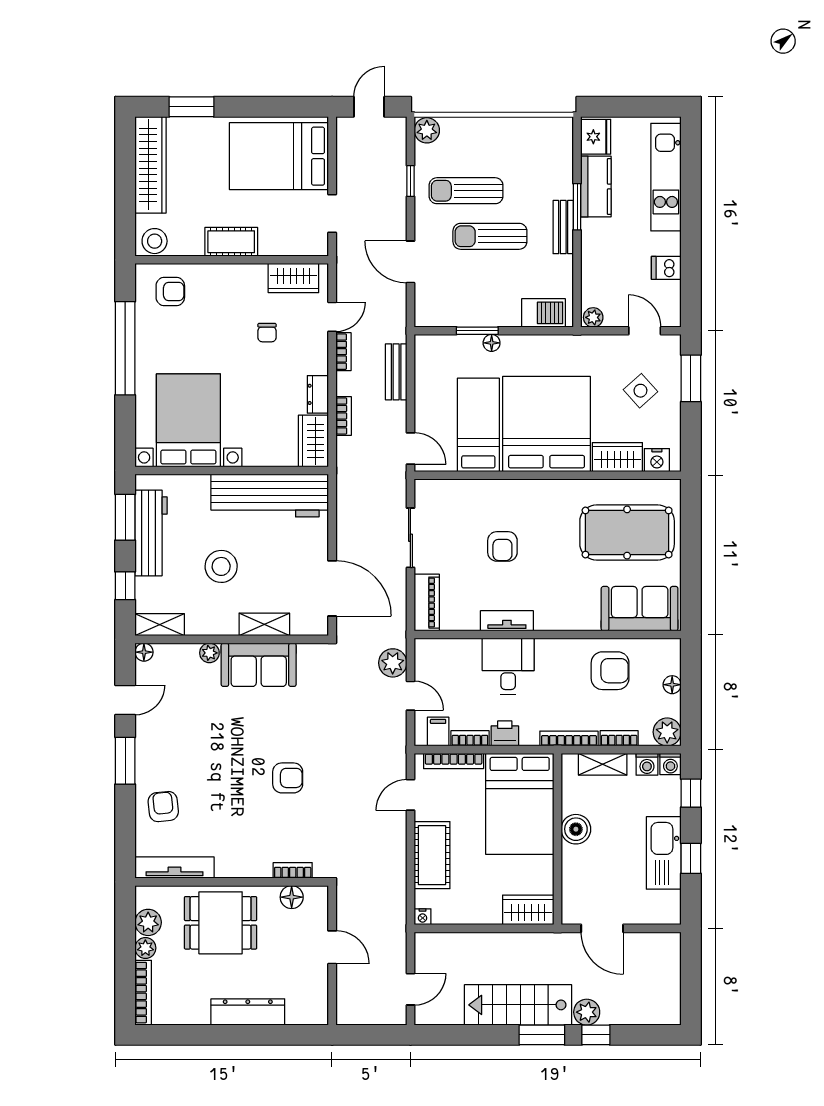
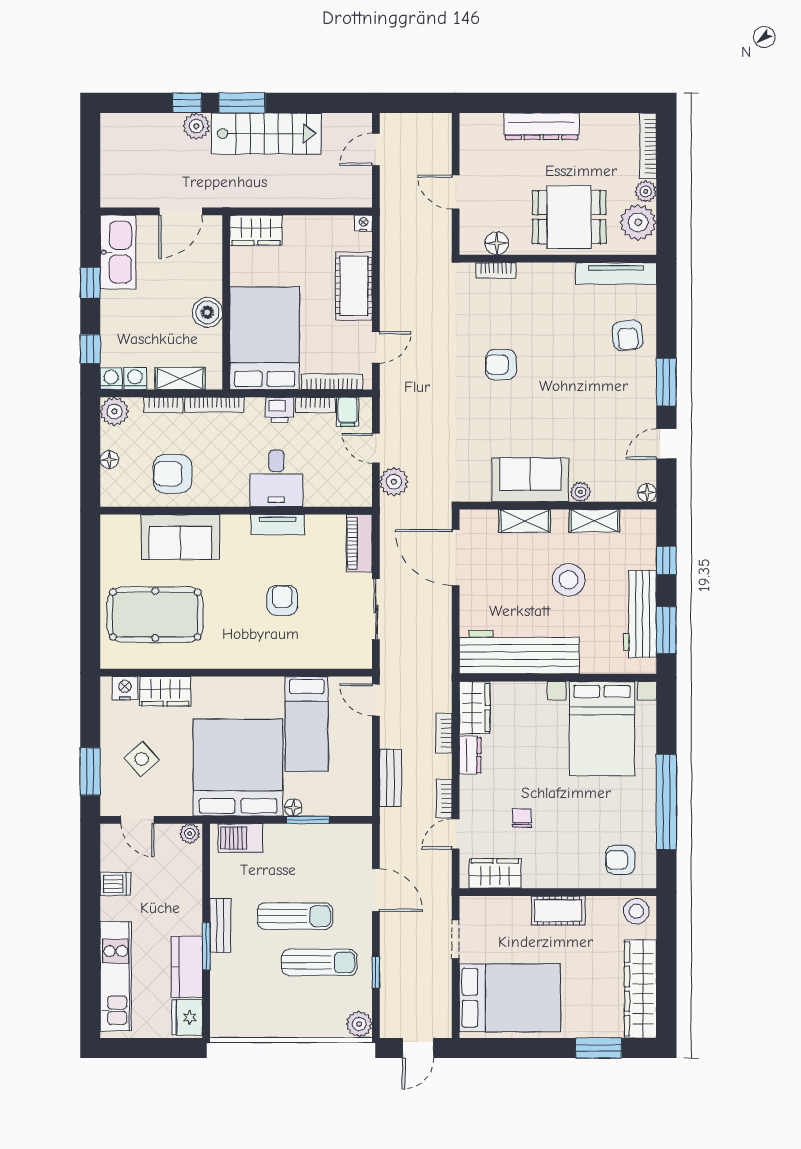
bed: (546, 424) -> (238, 768), moved, turned 180
sofa: (640, 609) -> (180, 537), moved
shelving: (160, 625) -> (594, 521), moved
kitchen sink: (664, 853) -> (118, 252), moved
plant: (148, 922) -> (638, 222), width x1.36, depth x1.36
door: (602, 928) -> (181, 211), swing flipped

